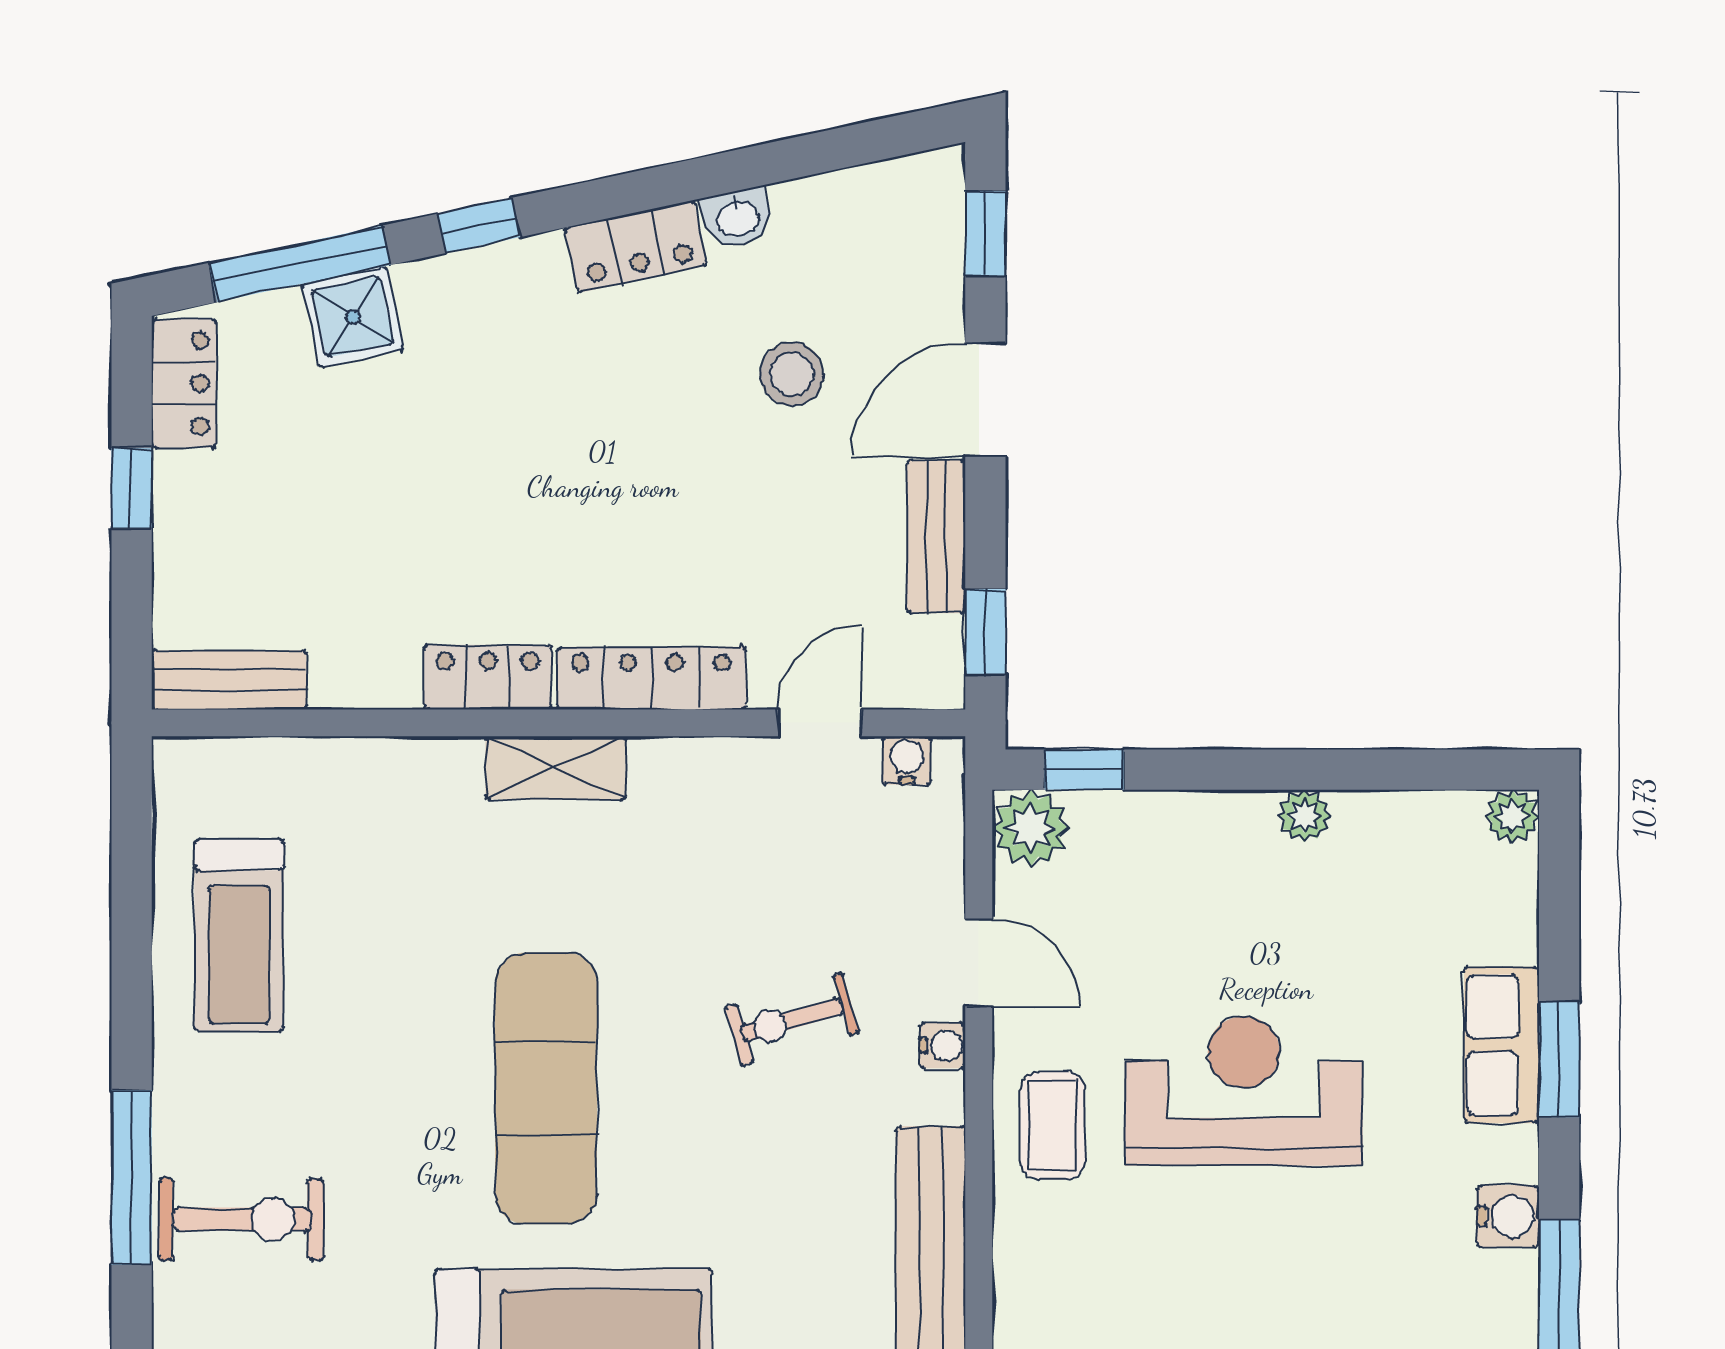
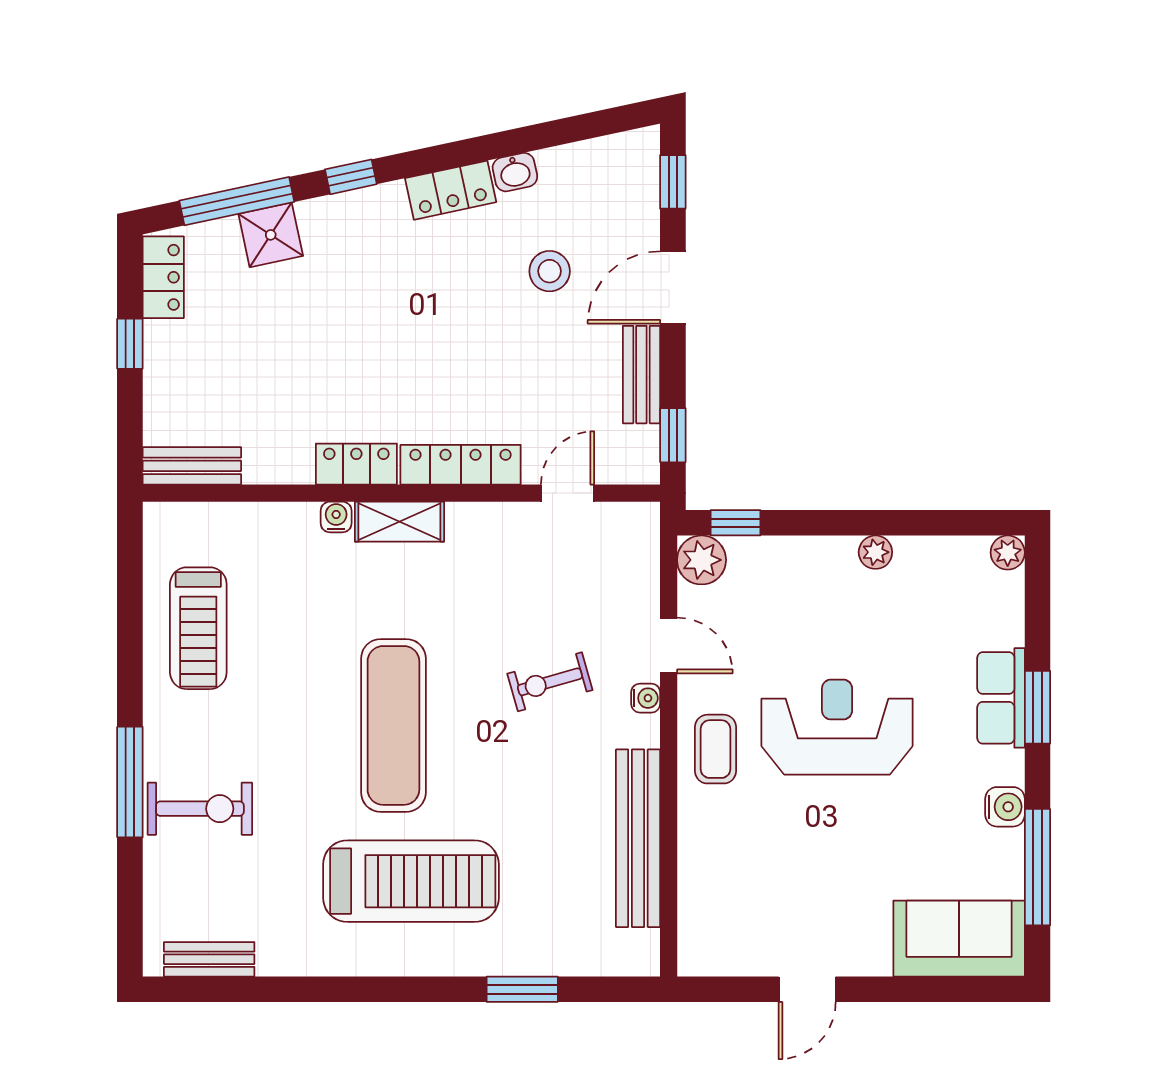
water cooler: (907, 760) -> (336, 517), moved

